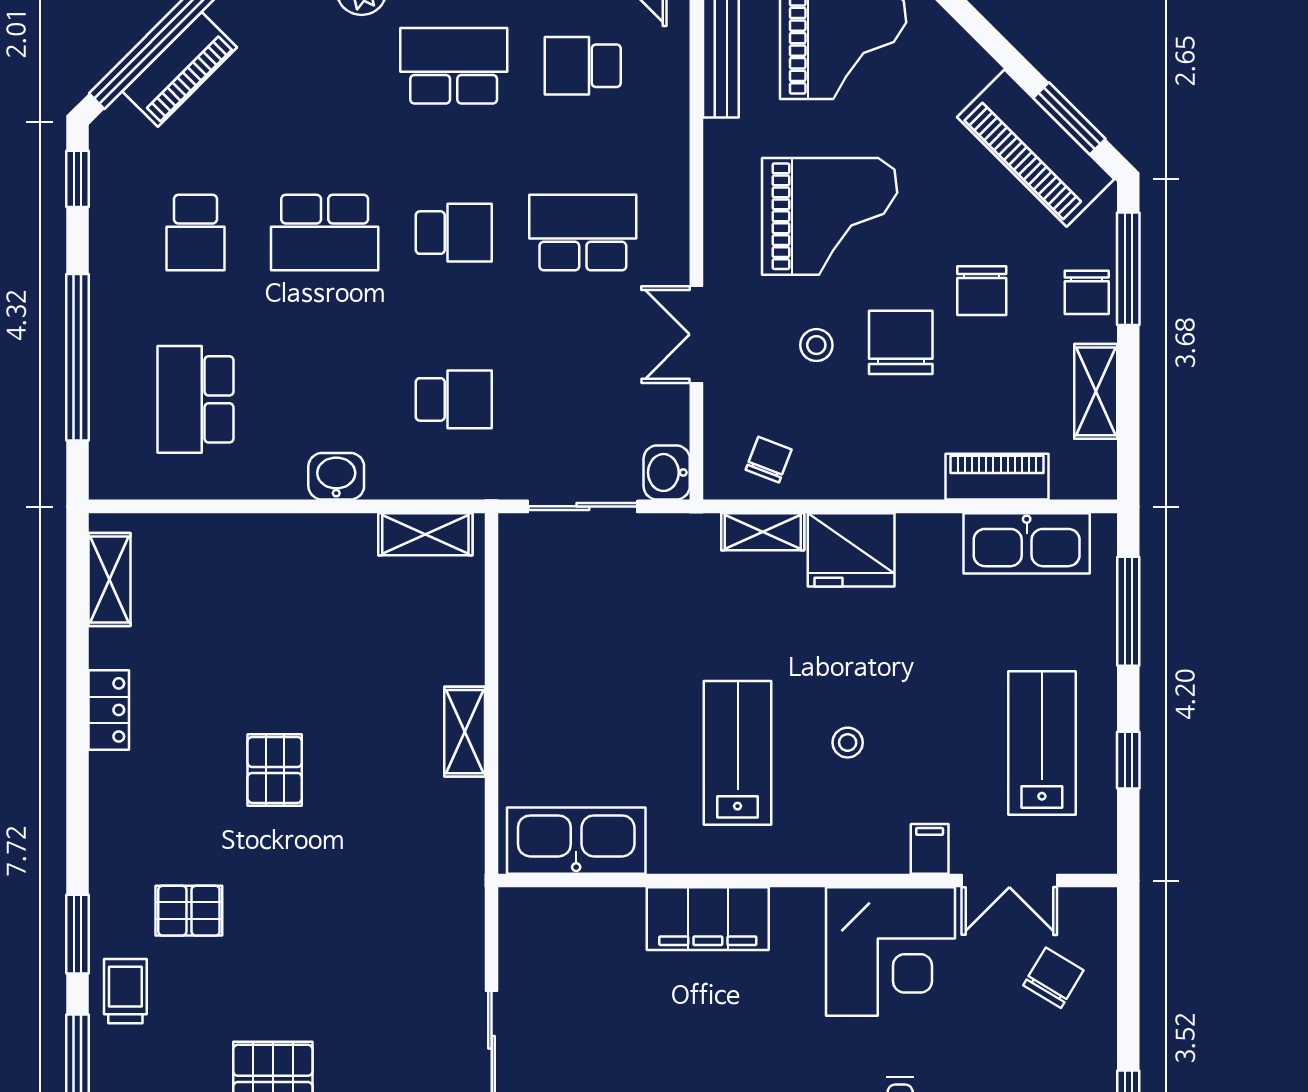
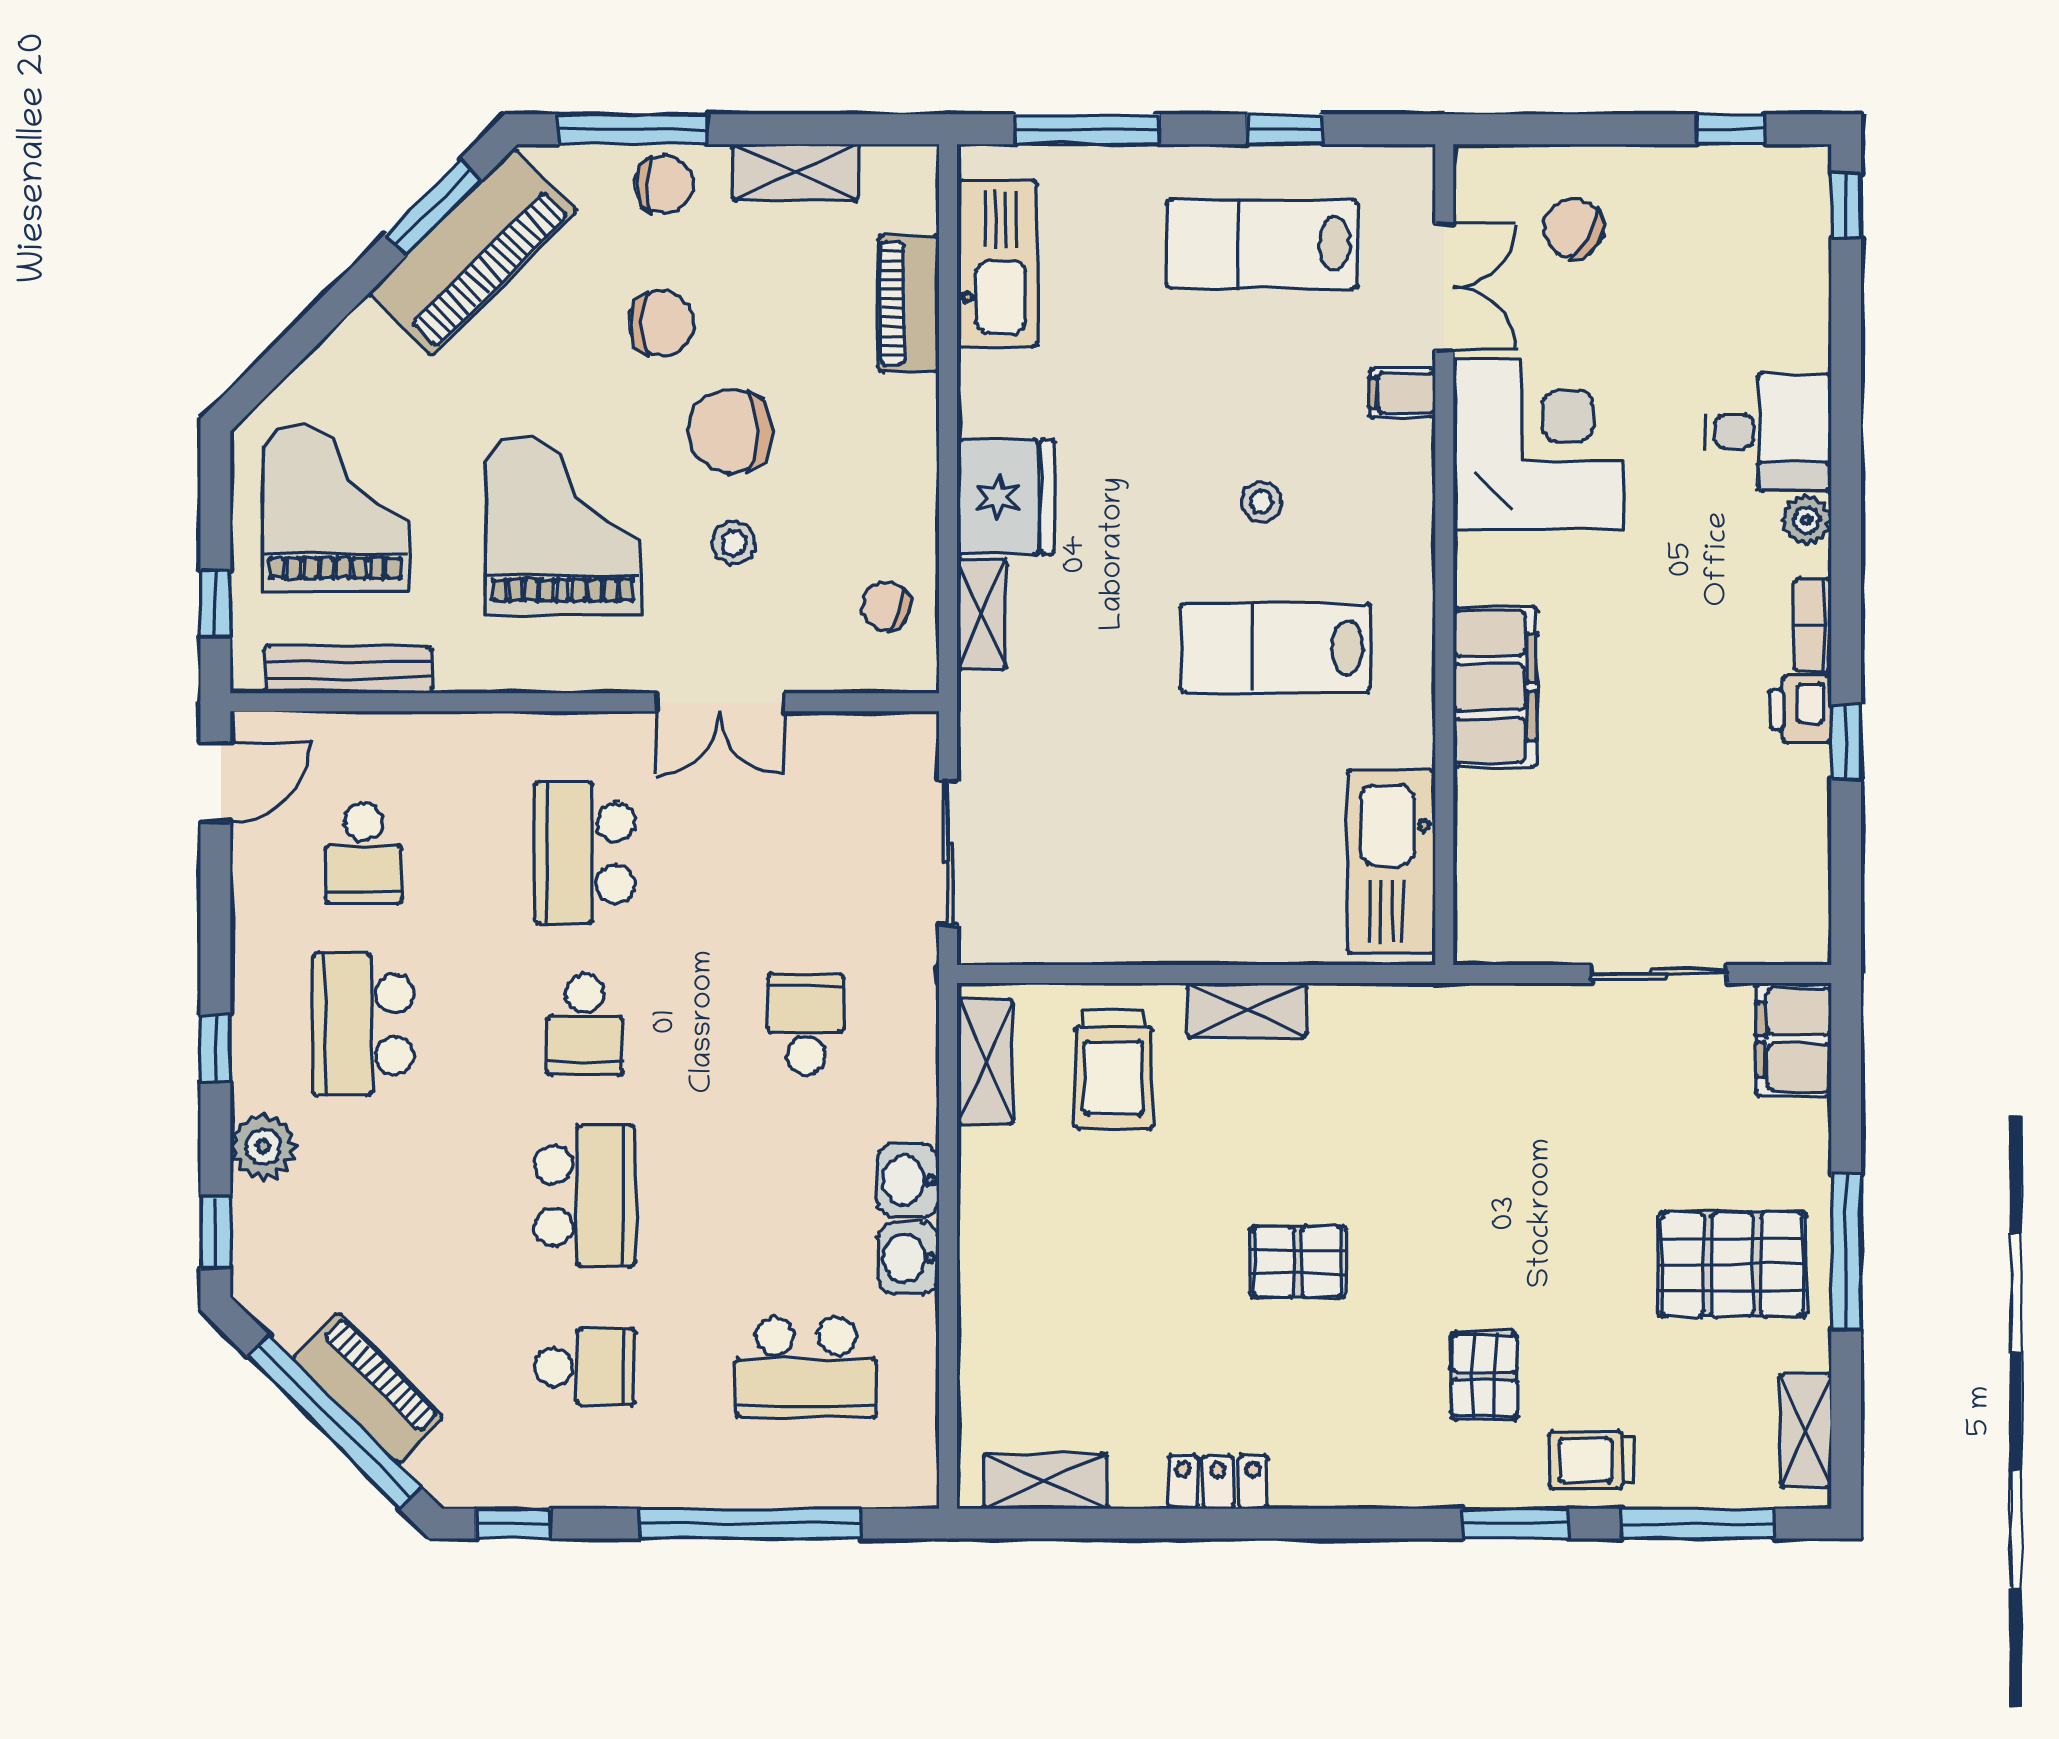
school desk: (454, 233) -> (585, 1024), turned 180
washbasin: (667, 473) -> (909, 1258), moved, turned 90
trolley: (420, 631) -> (1113, 1070), added

